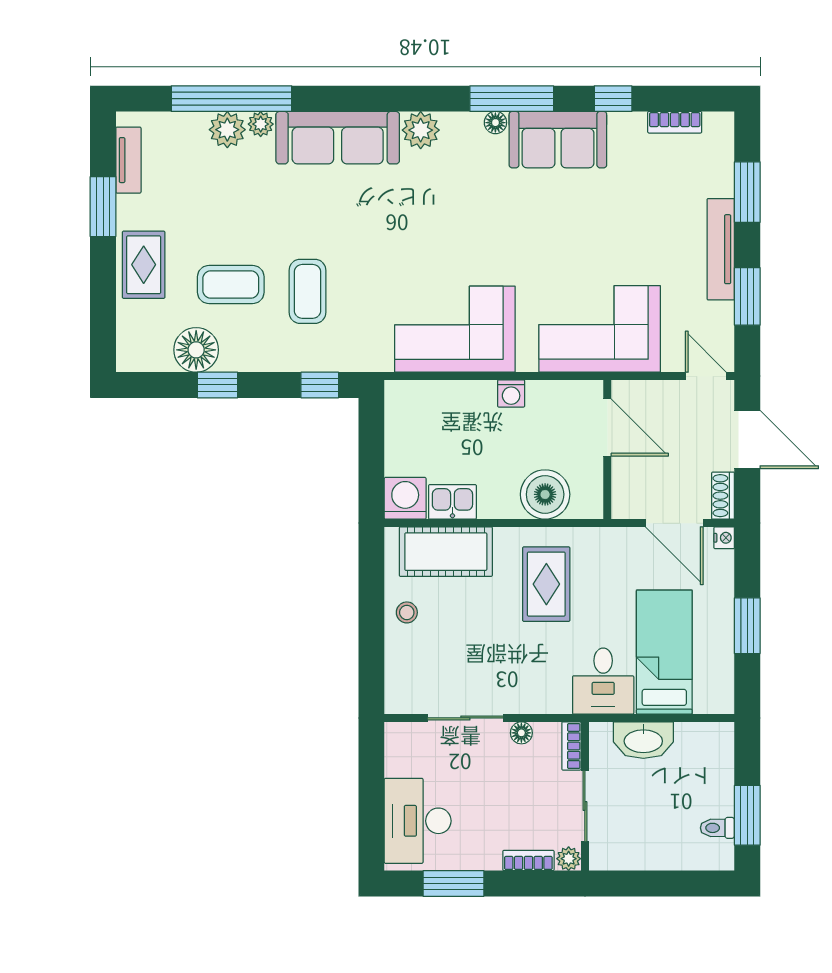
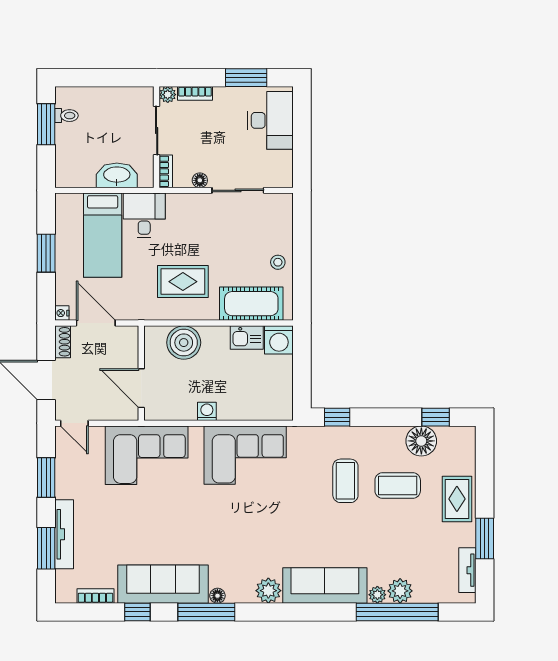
sofa: (558, 140) -> (163, 584), width x1.36
tv unit: (721, 249) -> (64, 534), moved
window: (217, 385) -> (436, 417), moved
rug: (546, 584) -> (183, 282), turned 90

